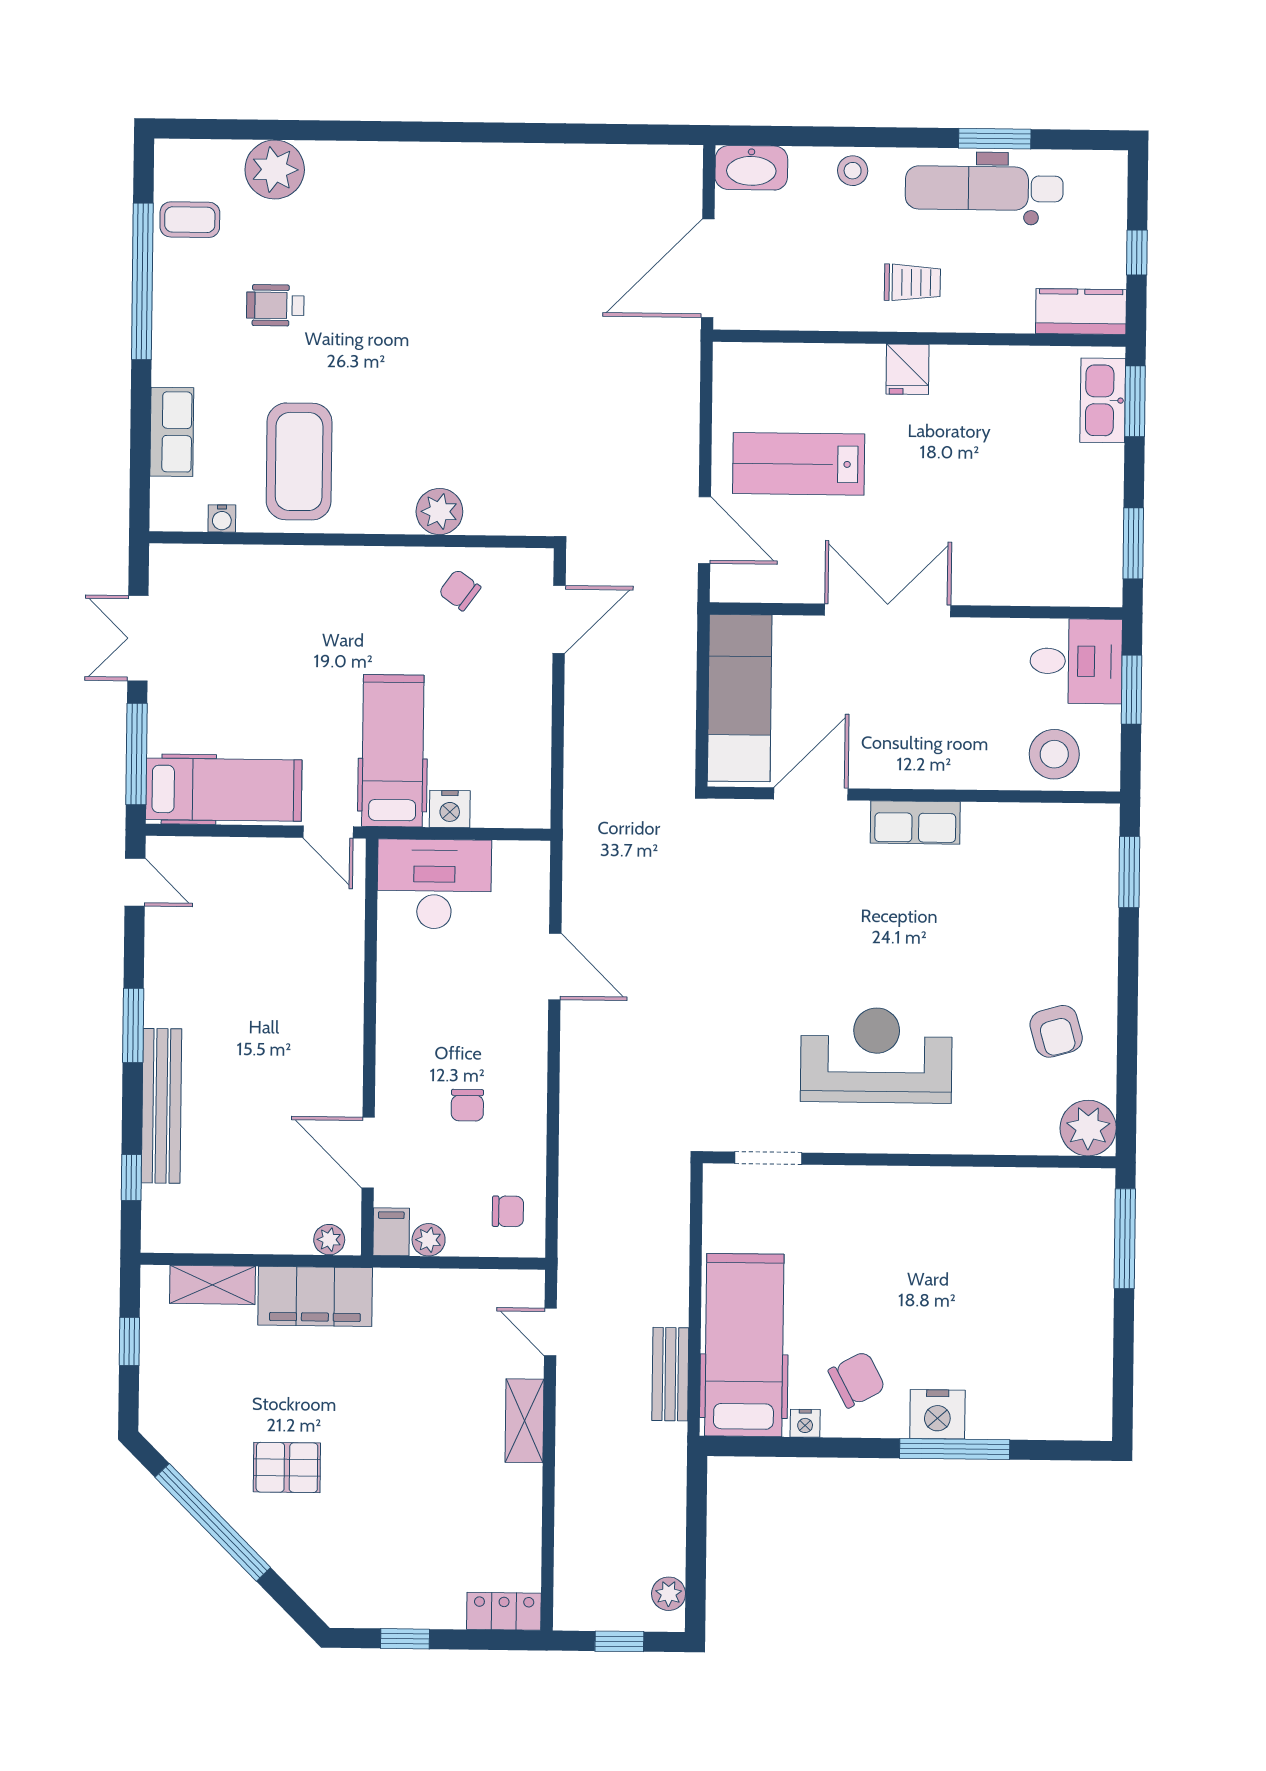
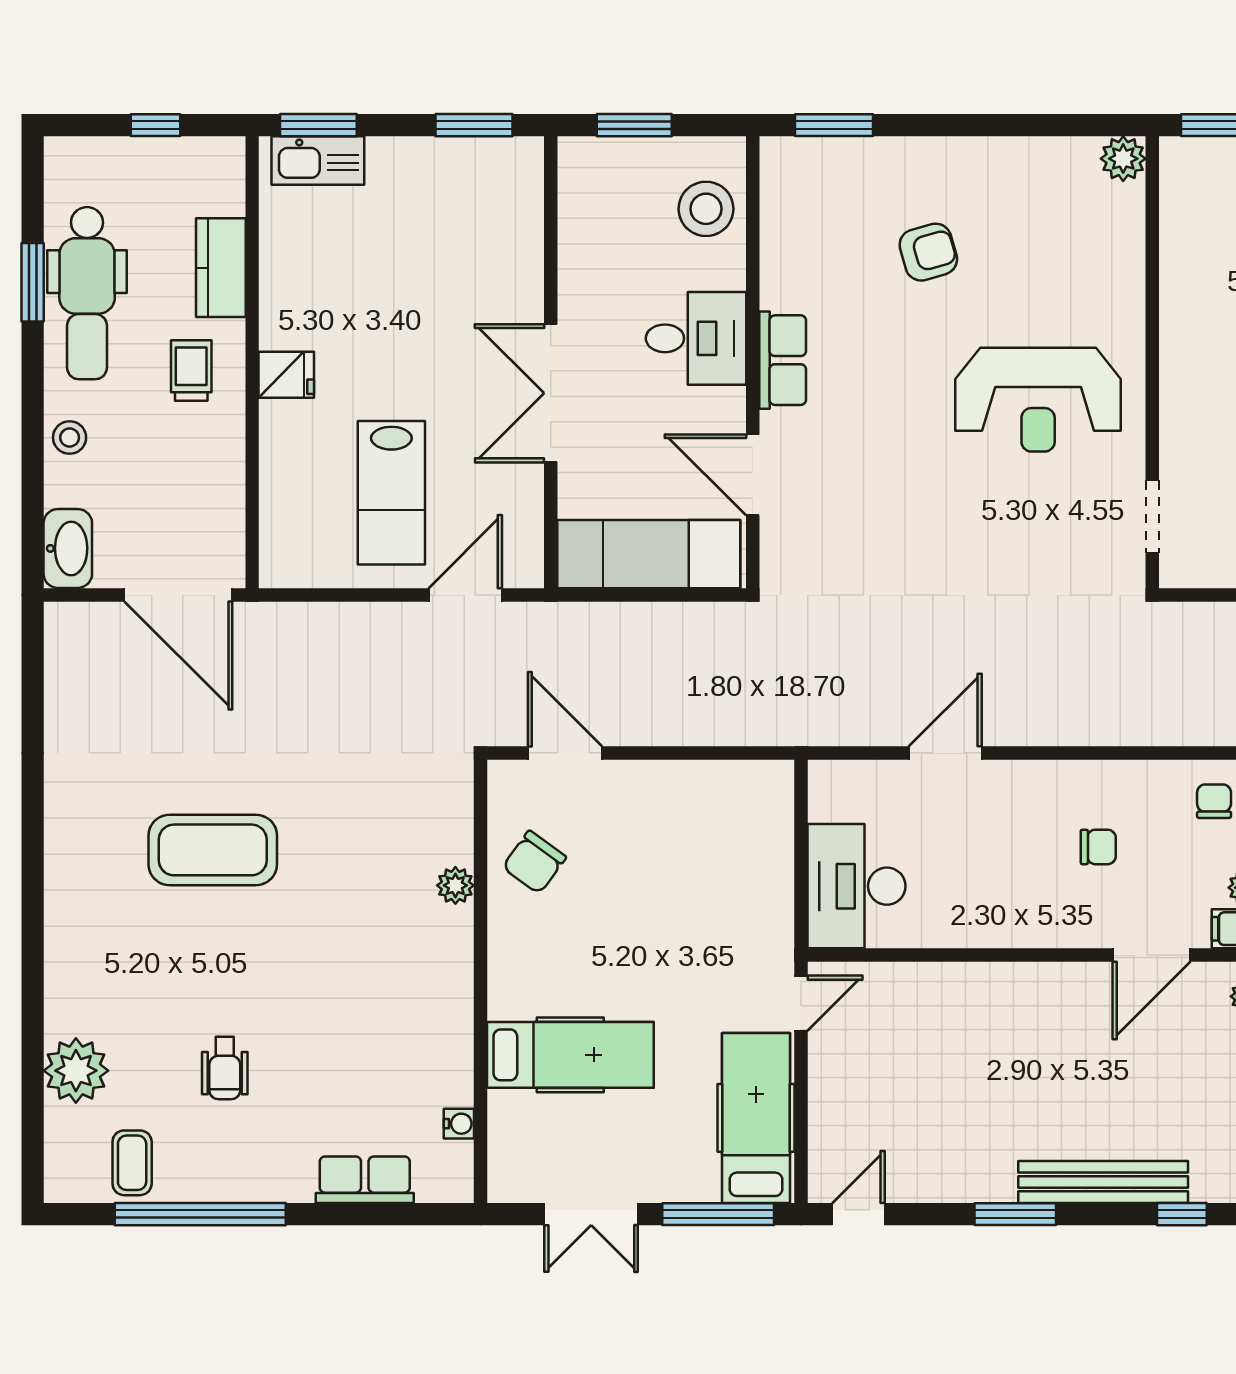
kitchen counter: (1081, 312) -> (221, 268), moved
coffee table: (299, 461) -> (213, 850), moved
plant: (439, 512) -> (455, 885), width x0.73, depth x0.73
chair: (460, 590) -> (534, 862), width x1.37, depth x1.37
desk: (1076, 661) -> (696, 338), moved, turned 90
hospital bed: (393, 751) -> (570, 1055), moved, turned 180
nightstand: (450, 809) -> (774, 870), removed
armchair: (1056, 1031) -> (928, 252), moved
reception desk: (876, 1055) -> (1038, 400), turned -90
plant: (1088, 1128) -> (1123, 159), width x0.73, depth x0.73

